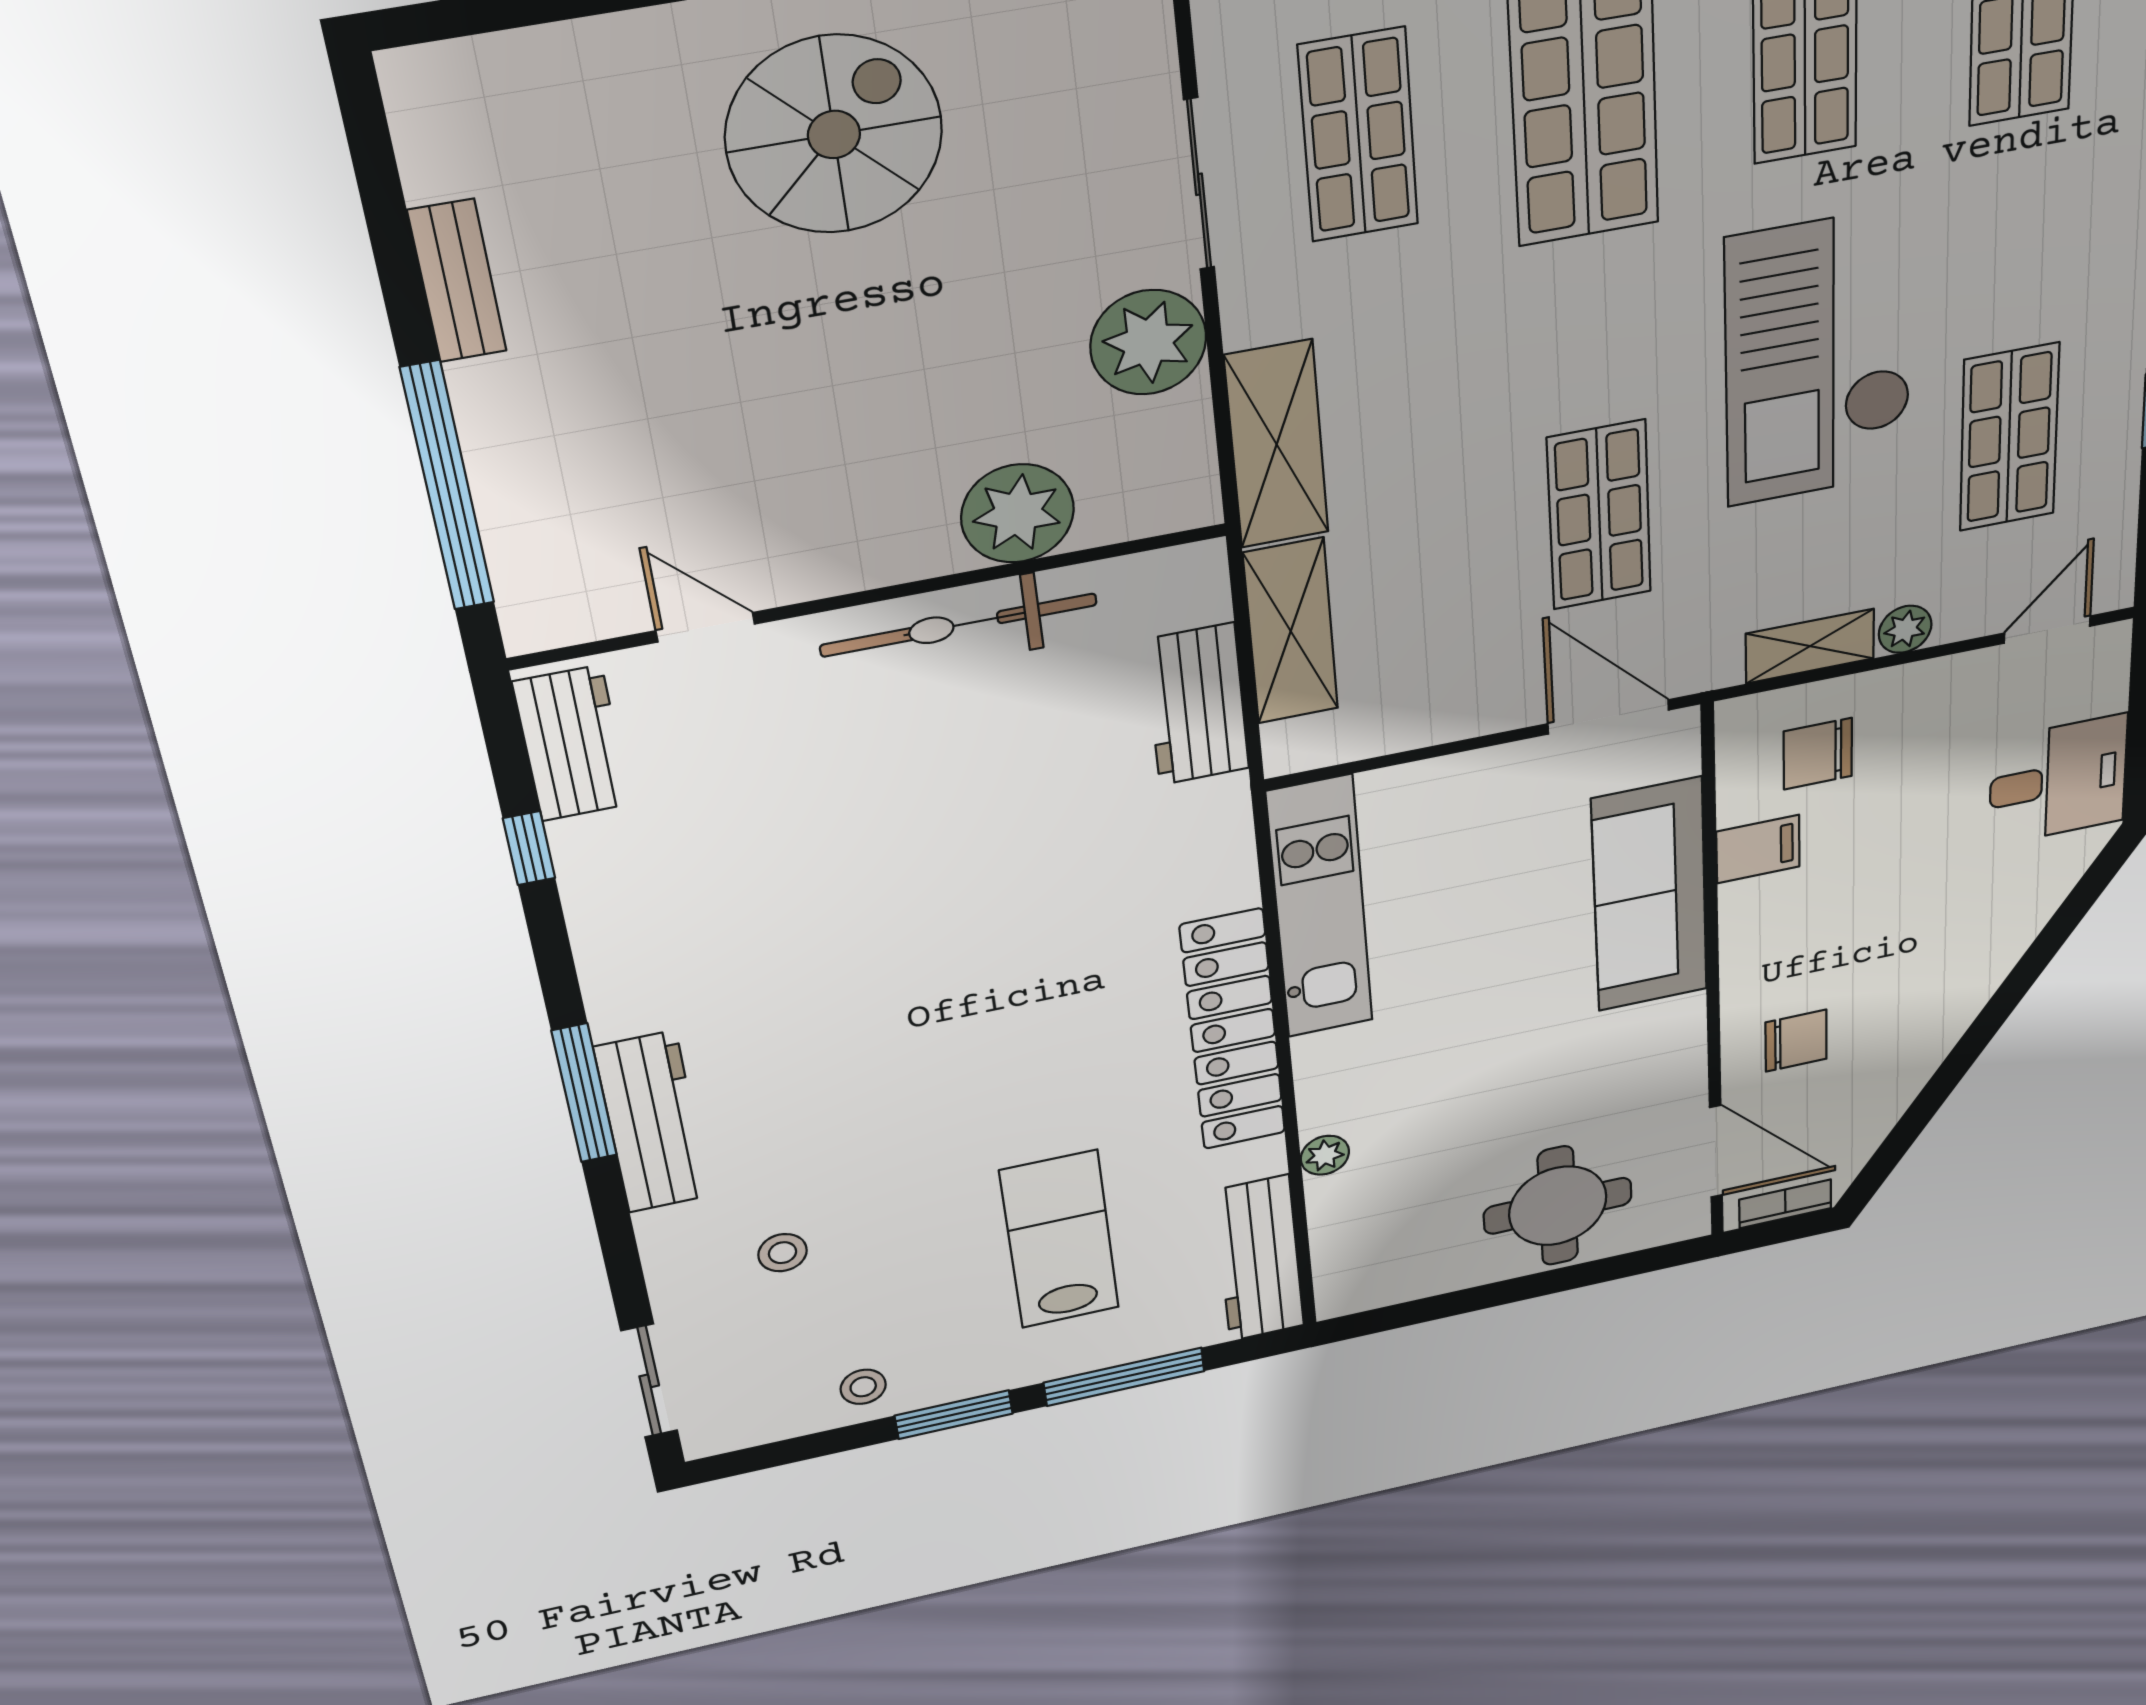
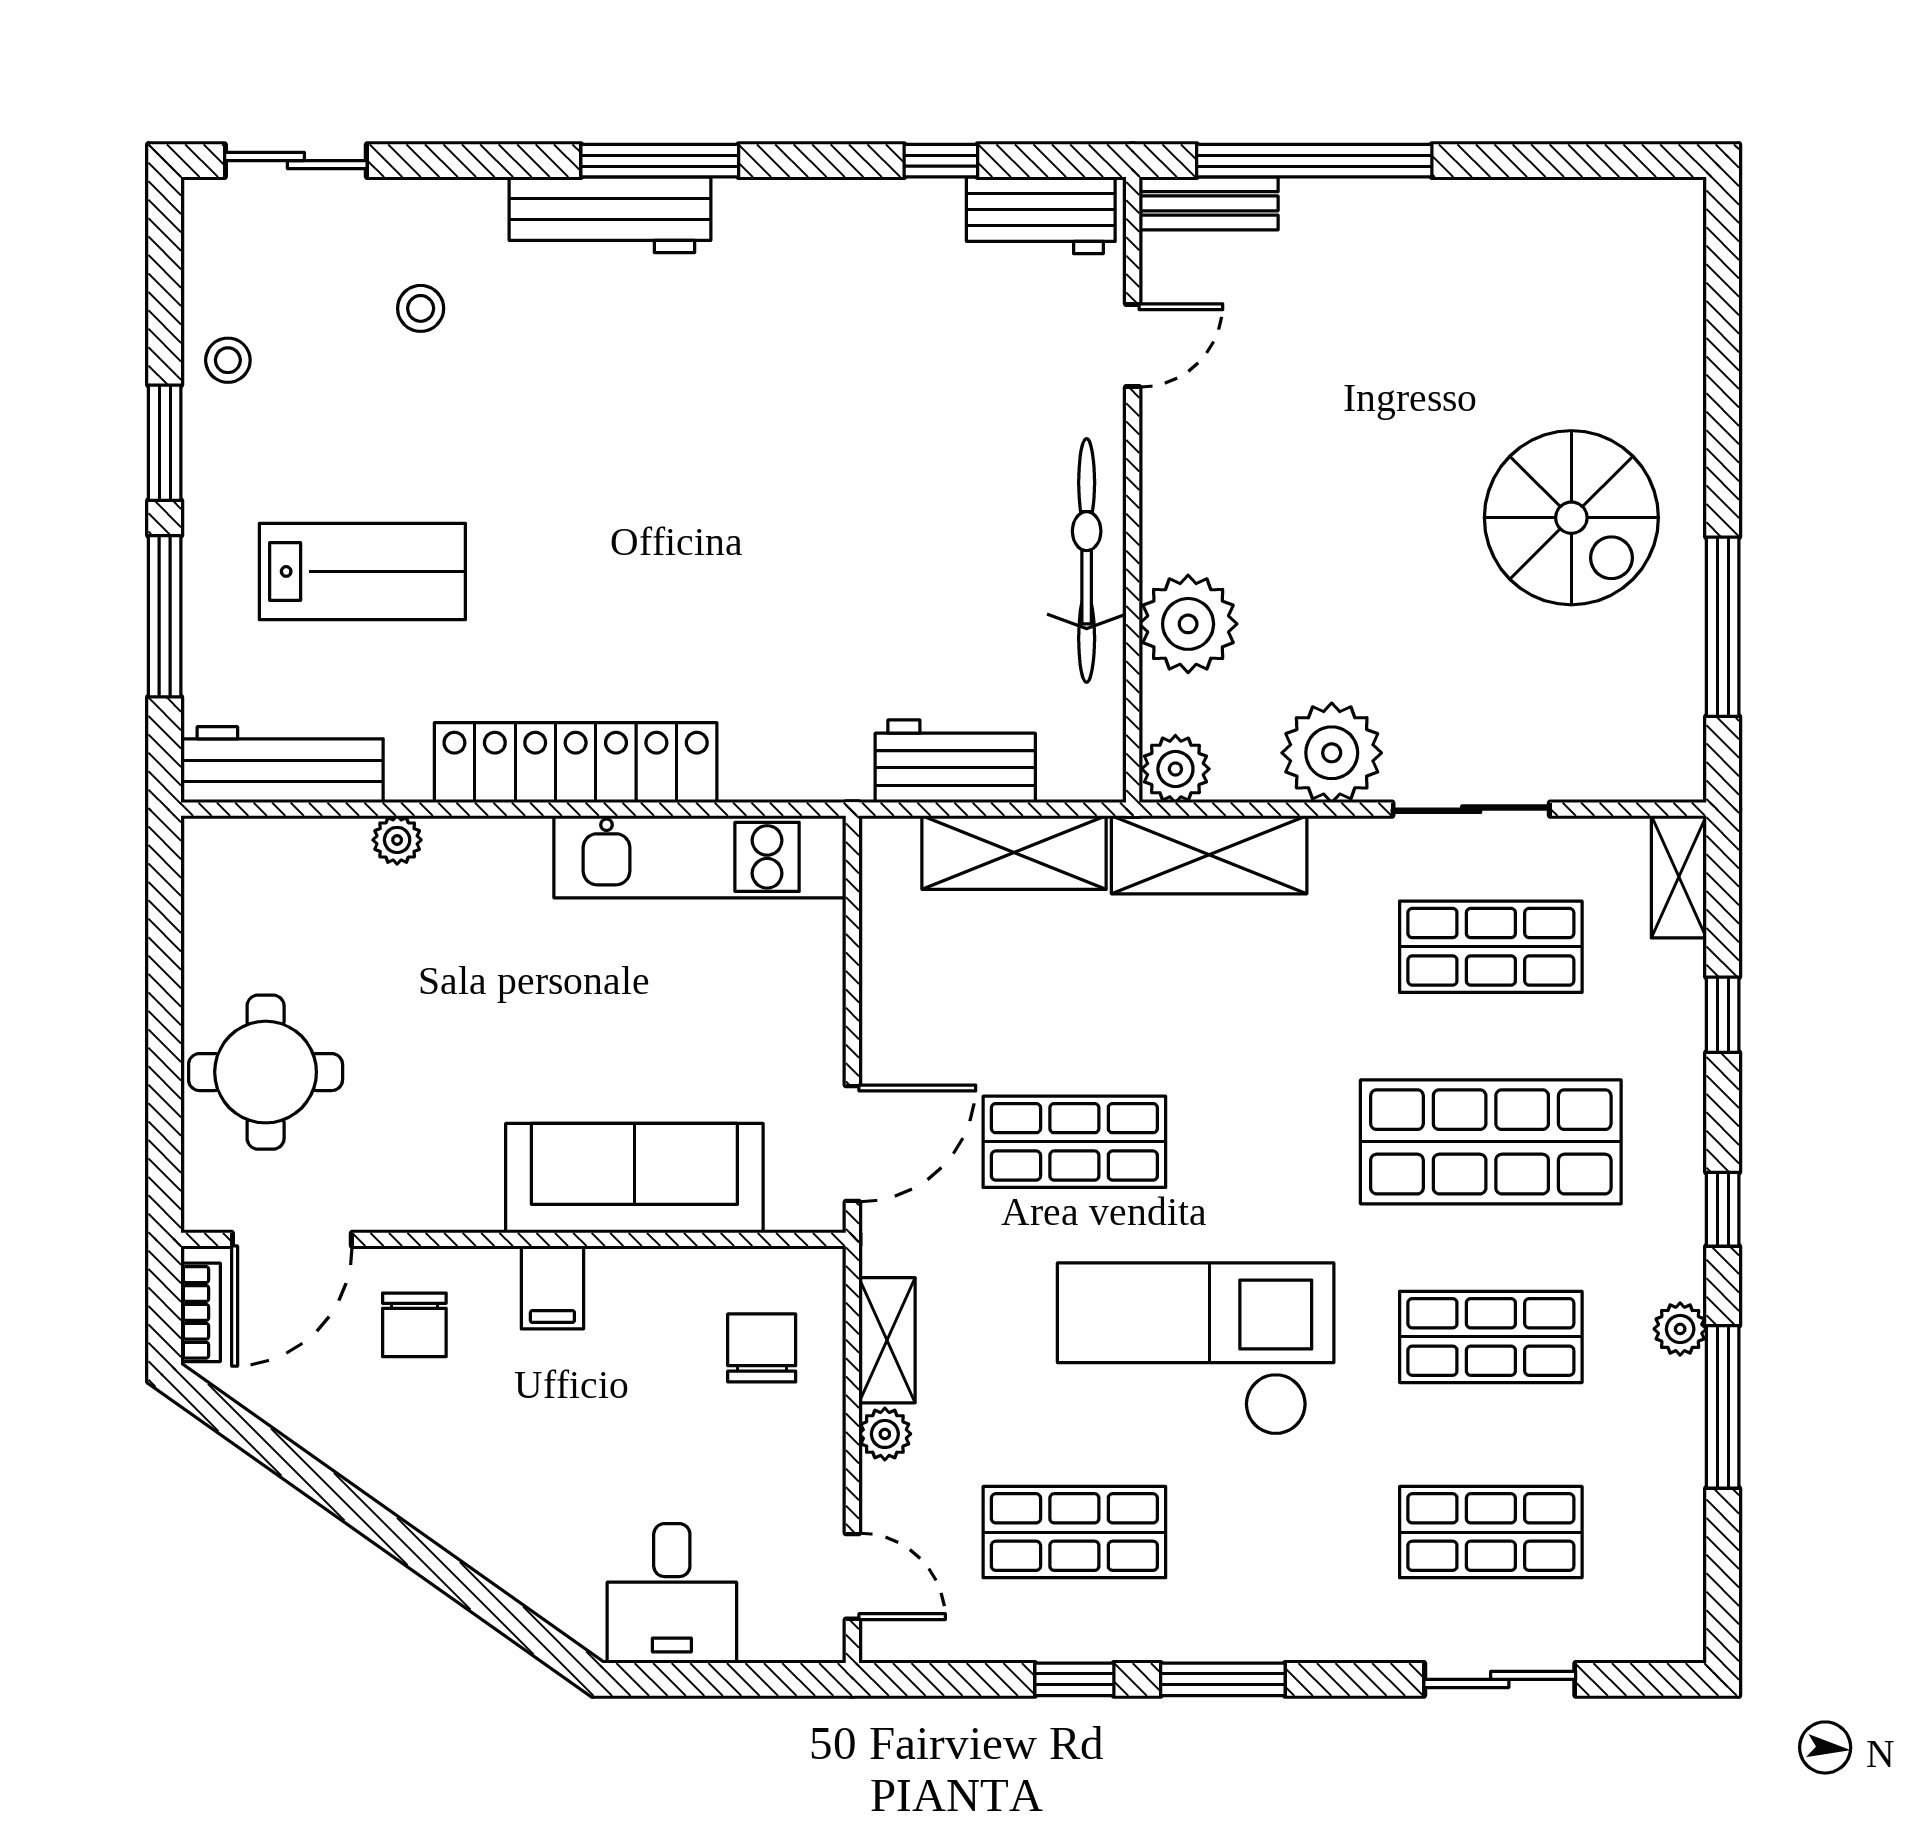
bench: (457, 281) -> (1209, 203), moved
plant: (1183, 495) -> (1175, 769), added
filing cabinet: (1758, 849) -> (552, 1287), moved

